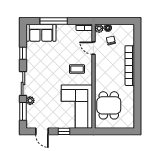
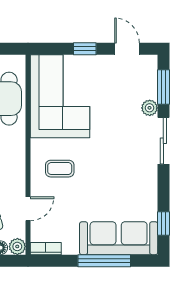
sofa: (41, 33) -> (119, 238), width x1.36
door: (94, 48) -> (28, 209), hinge flipped
window: (23, 53) -> (163, 223), moved

